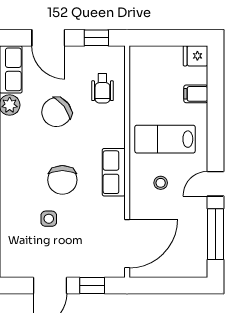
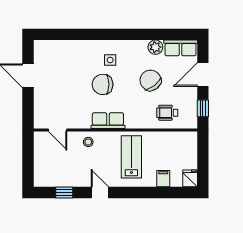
stool: (161, 183) -> (88, 142), moved
side table: (49, 219) -> (110, 60), moved
window: (216, 234) -> (64, 193), width x0.46
door: (127, 244) -> (58, 130), width x0.53
window: (92, 286) -> (28, 105), removed

